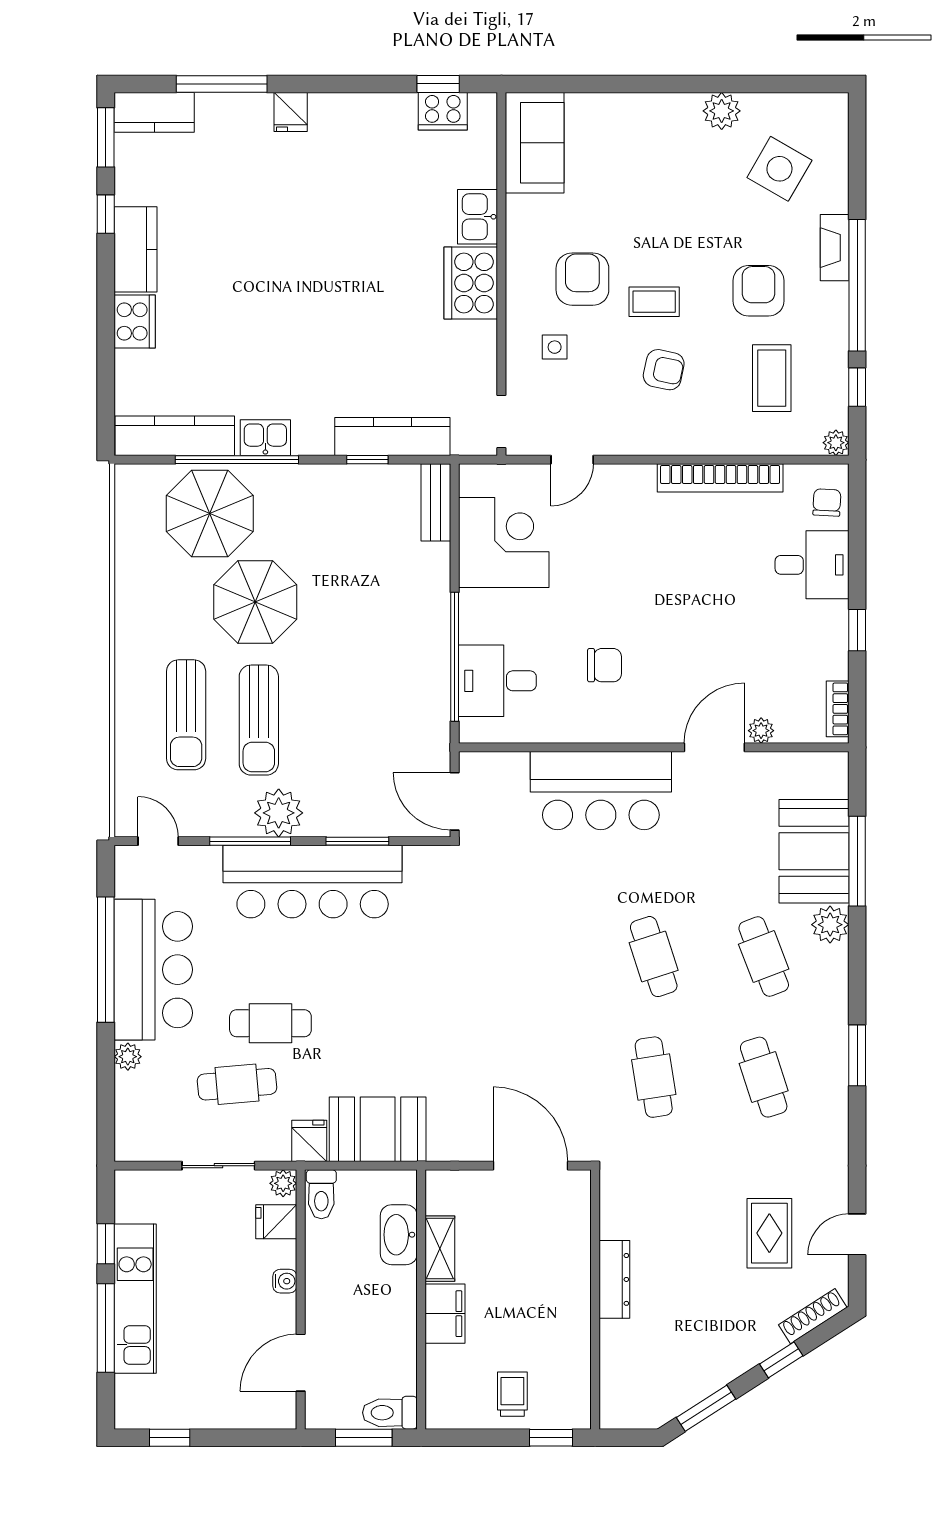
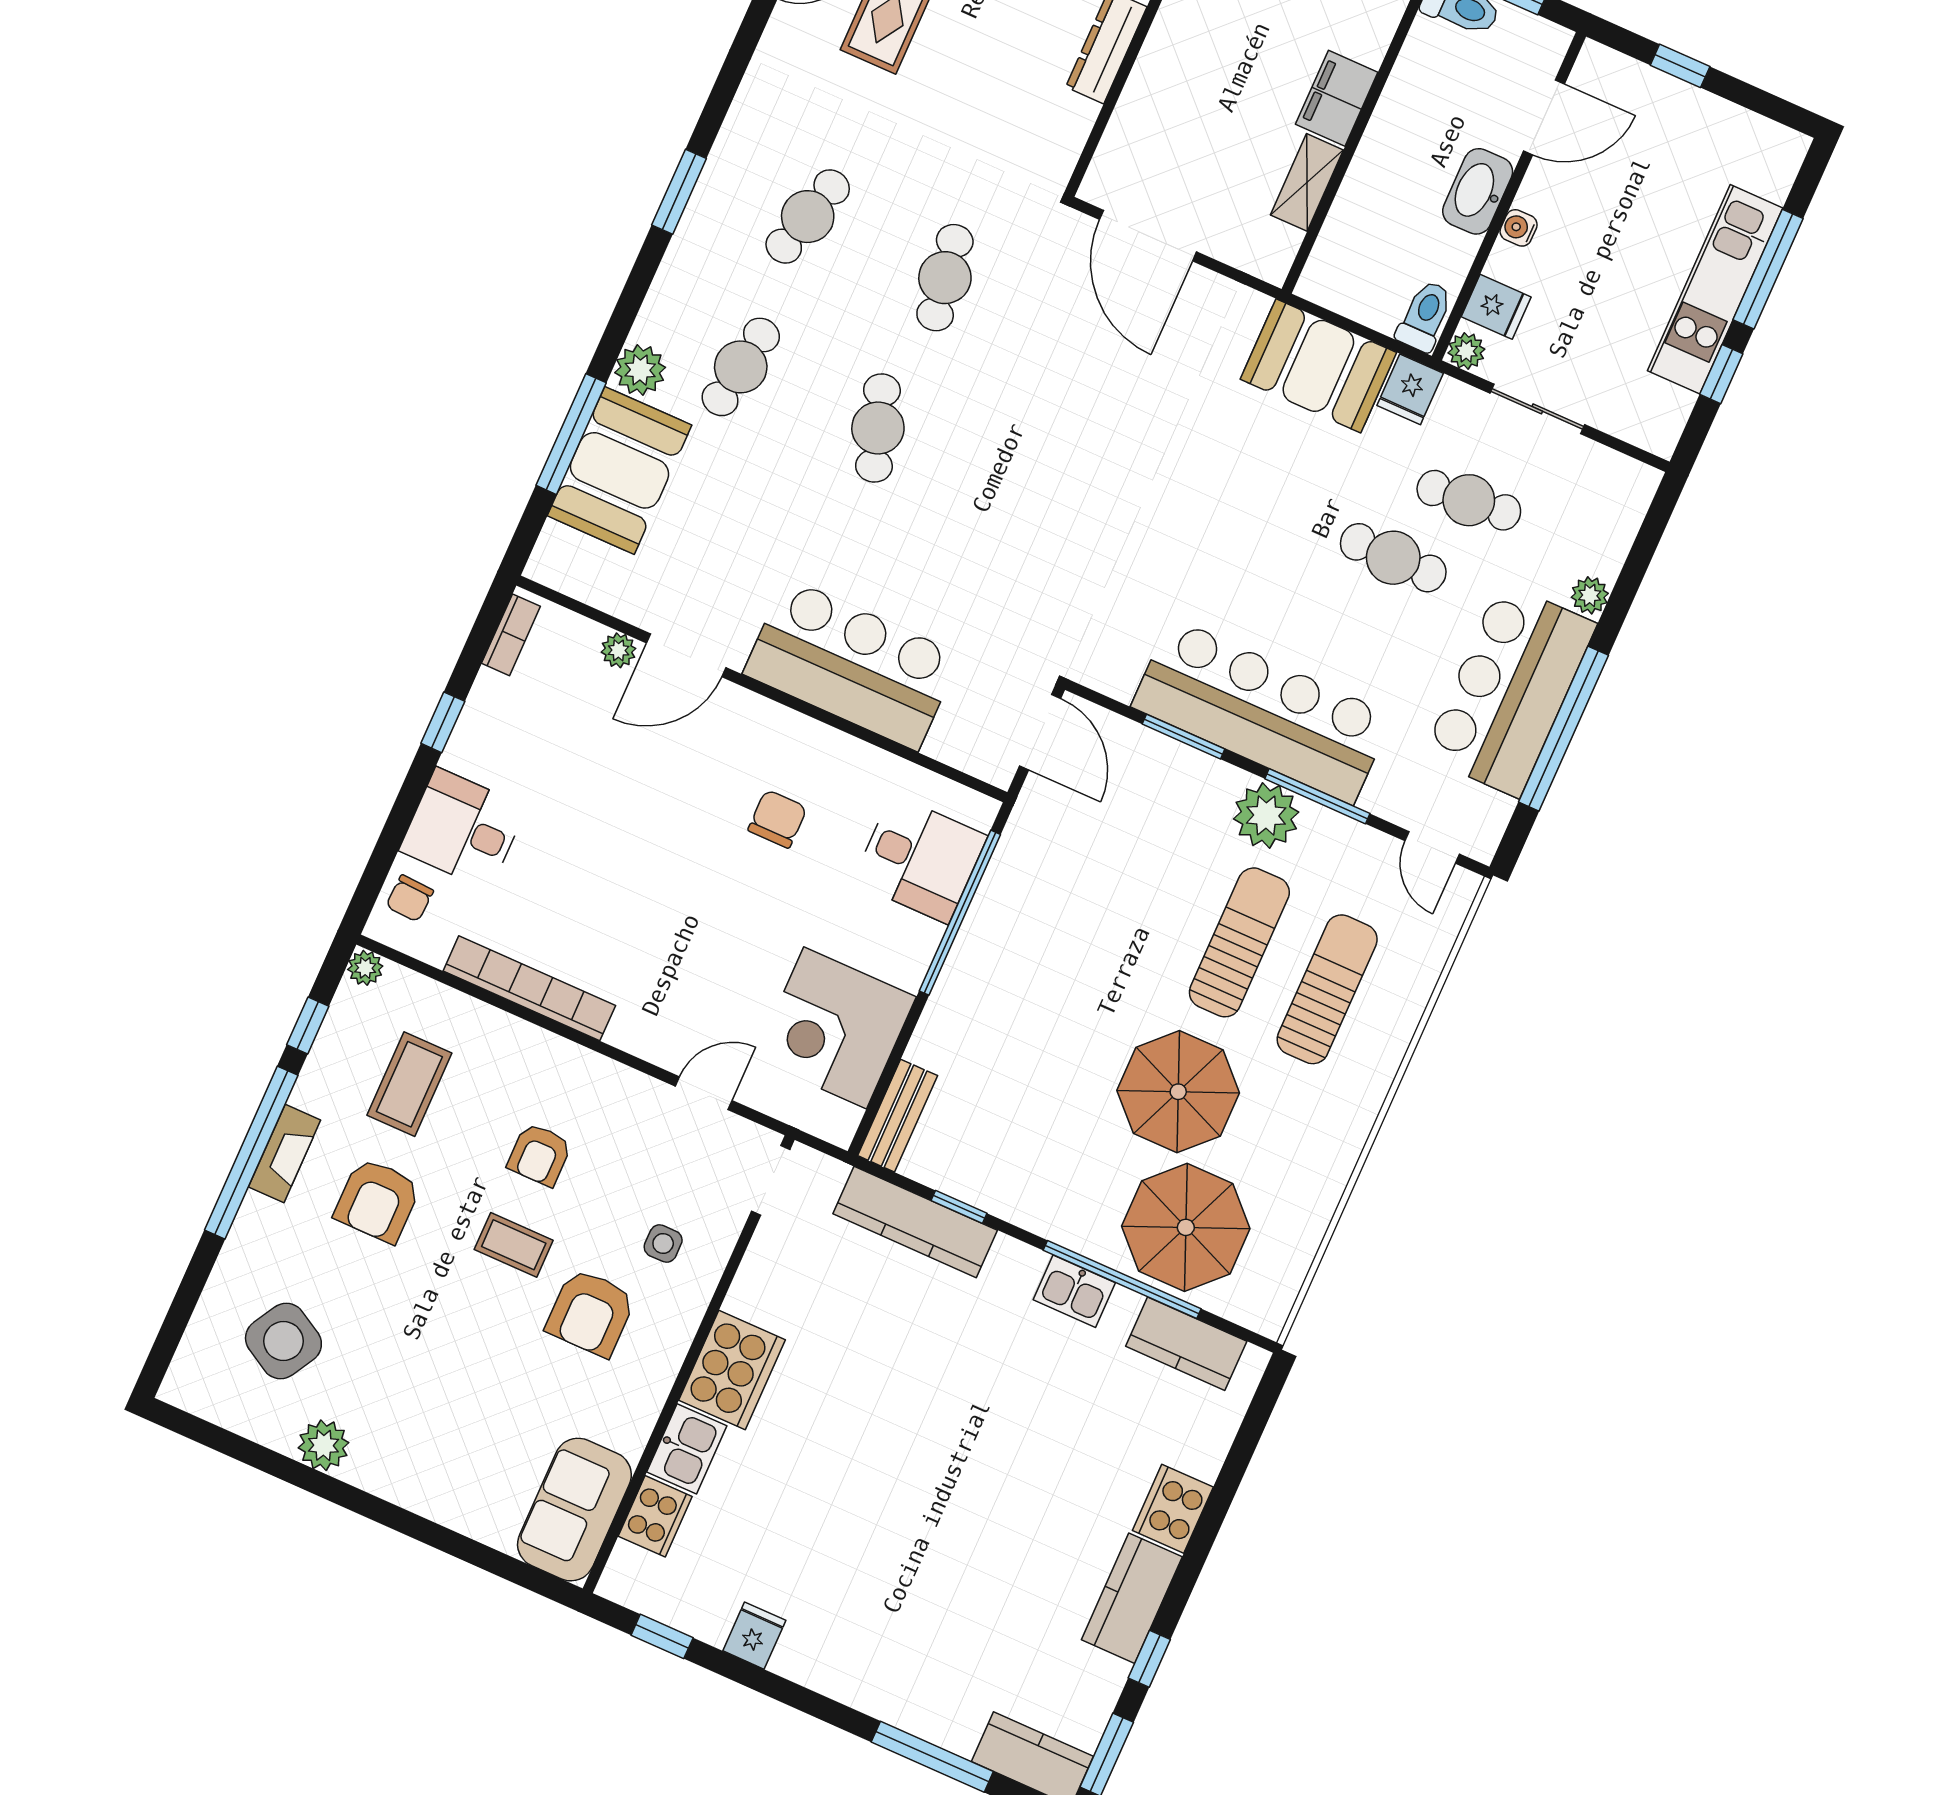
cooker: (443, 111) -> (655, 1516), moved, turned 90
fridge: (291, 112) -> (754, 1636), moved
fireplace: (835, 248) -> (285, 1154), moved
armchair: (664, 370) -> (540, 1155), turned -102
kitchen counter: (175, 436) -> (1186, 1344), width x0.67
chair: (605, 665) -> (777, 819), turned 90
cafe table: (764, 957) -> (741, 367), turned 30
cafe table: (764, 1077) -> (808, 217), turned 33
washbasin: (399, 1235) -> (1478, 191), moved, turned 180
window: (170, 1438) -> (1680, 66), moved

